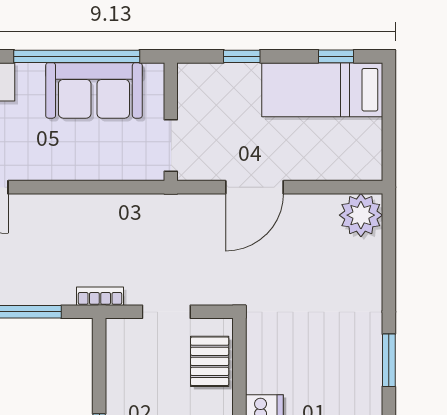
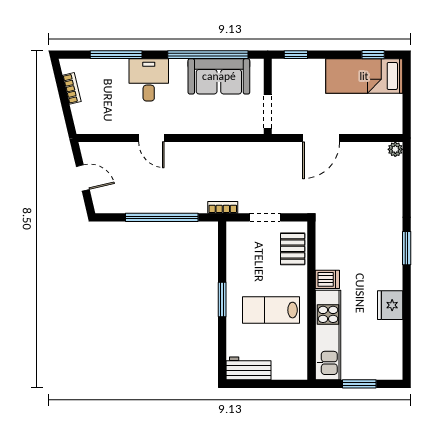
window: (242, 56) -> (296, 55), moved
plant: (361, 215) -> (395, 149), width x0.53, depth x0.53

